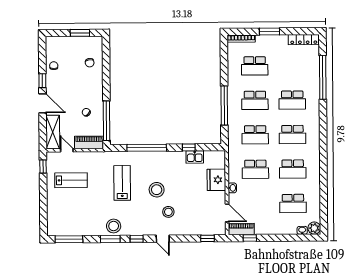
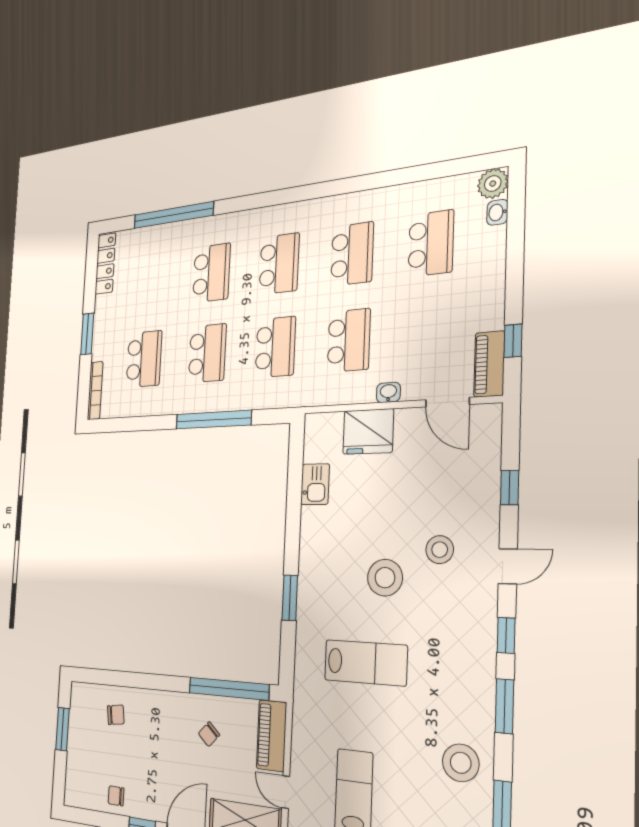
window: (189, 147) -> (294, 498), removed
window: (147, 148) -> (290, 598), width x0.47
door: (67, 150) -> (286, 792), hinge flipped
lab bench: (122, 183) -> (366, 663), turned 180
door: (227, 213) -> (447, 402), swing flipped
stool: (114, 226) -> (461, 763), moved
window: (207, 238) -> (510, 488), moved

